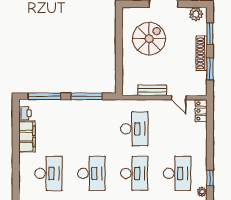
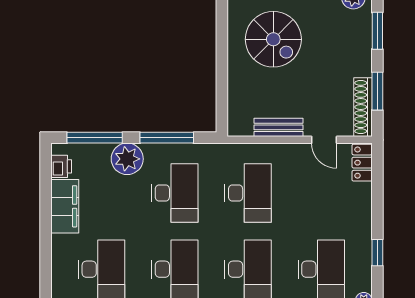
spiral stairs: (149, 39) -> (273, 39), turned 90
shoe rack: (202, 53) -> (363, 107), moved
plant: (63, 109) -> (127, 159), added
desk: (91, 129) -> (175, 193), added
window: (210, 178) -> (377, 253), moved

